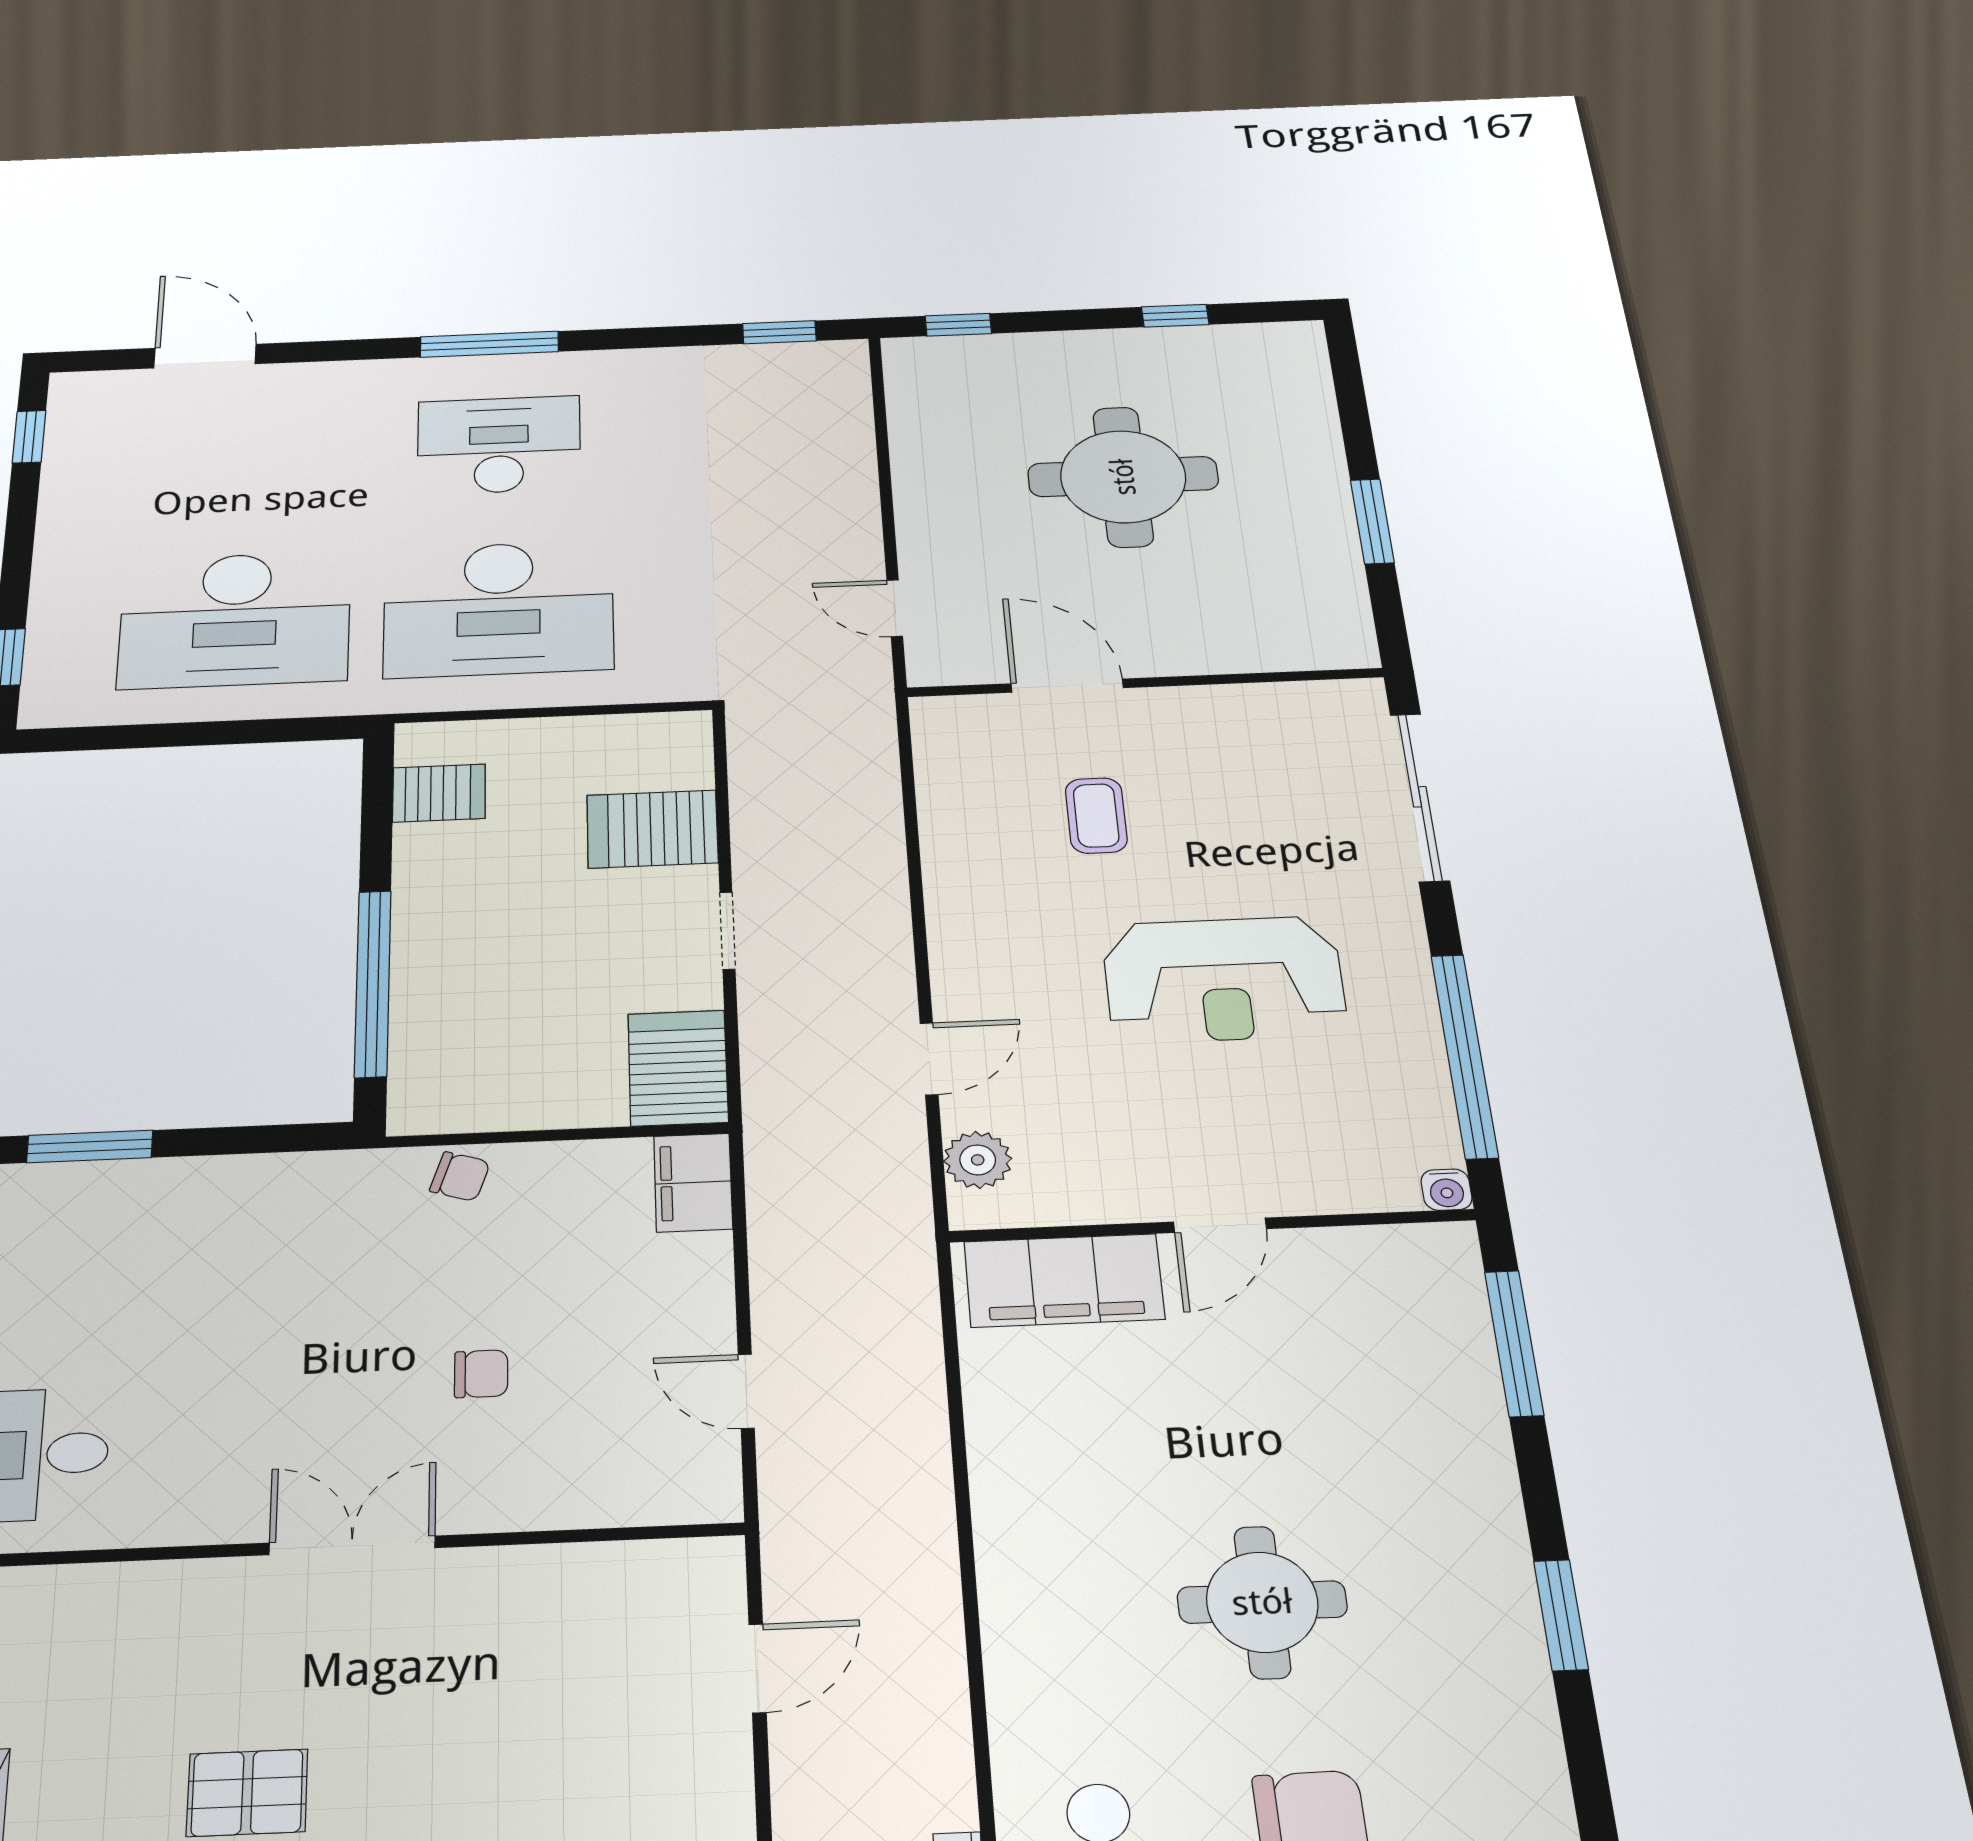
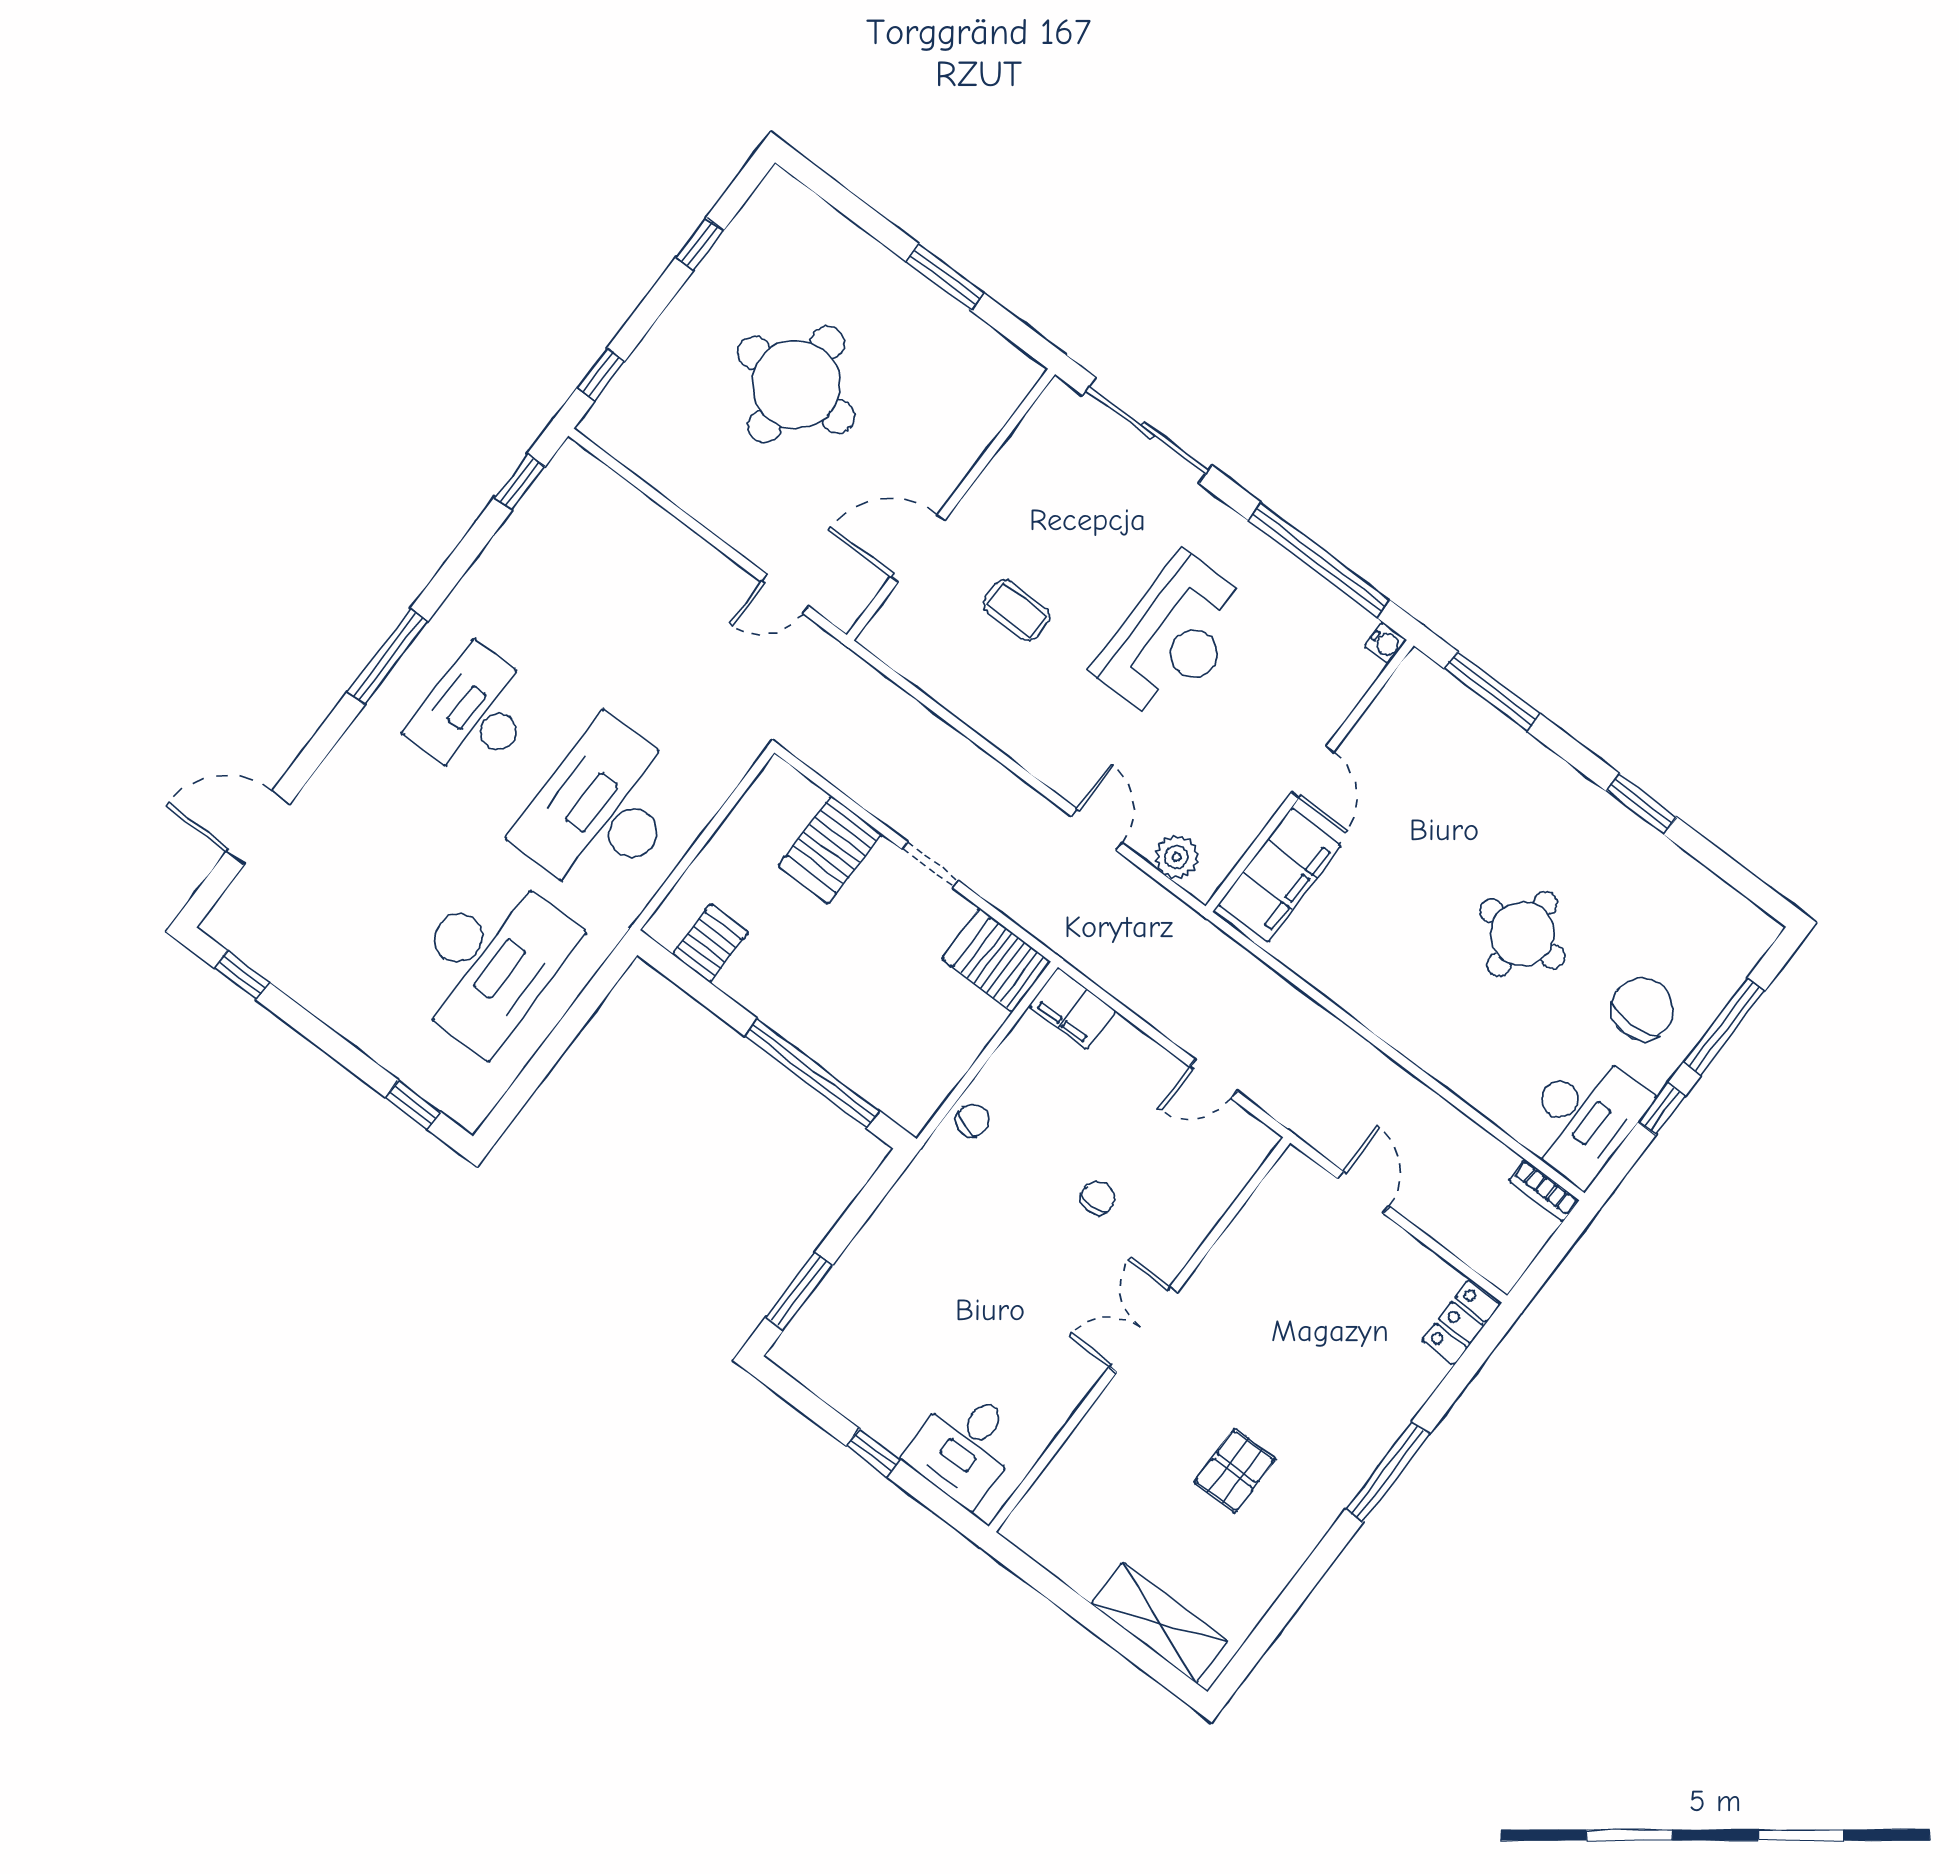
desk: (499, 609) -> (603, 810), turned 180

